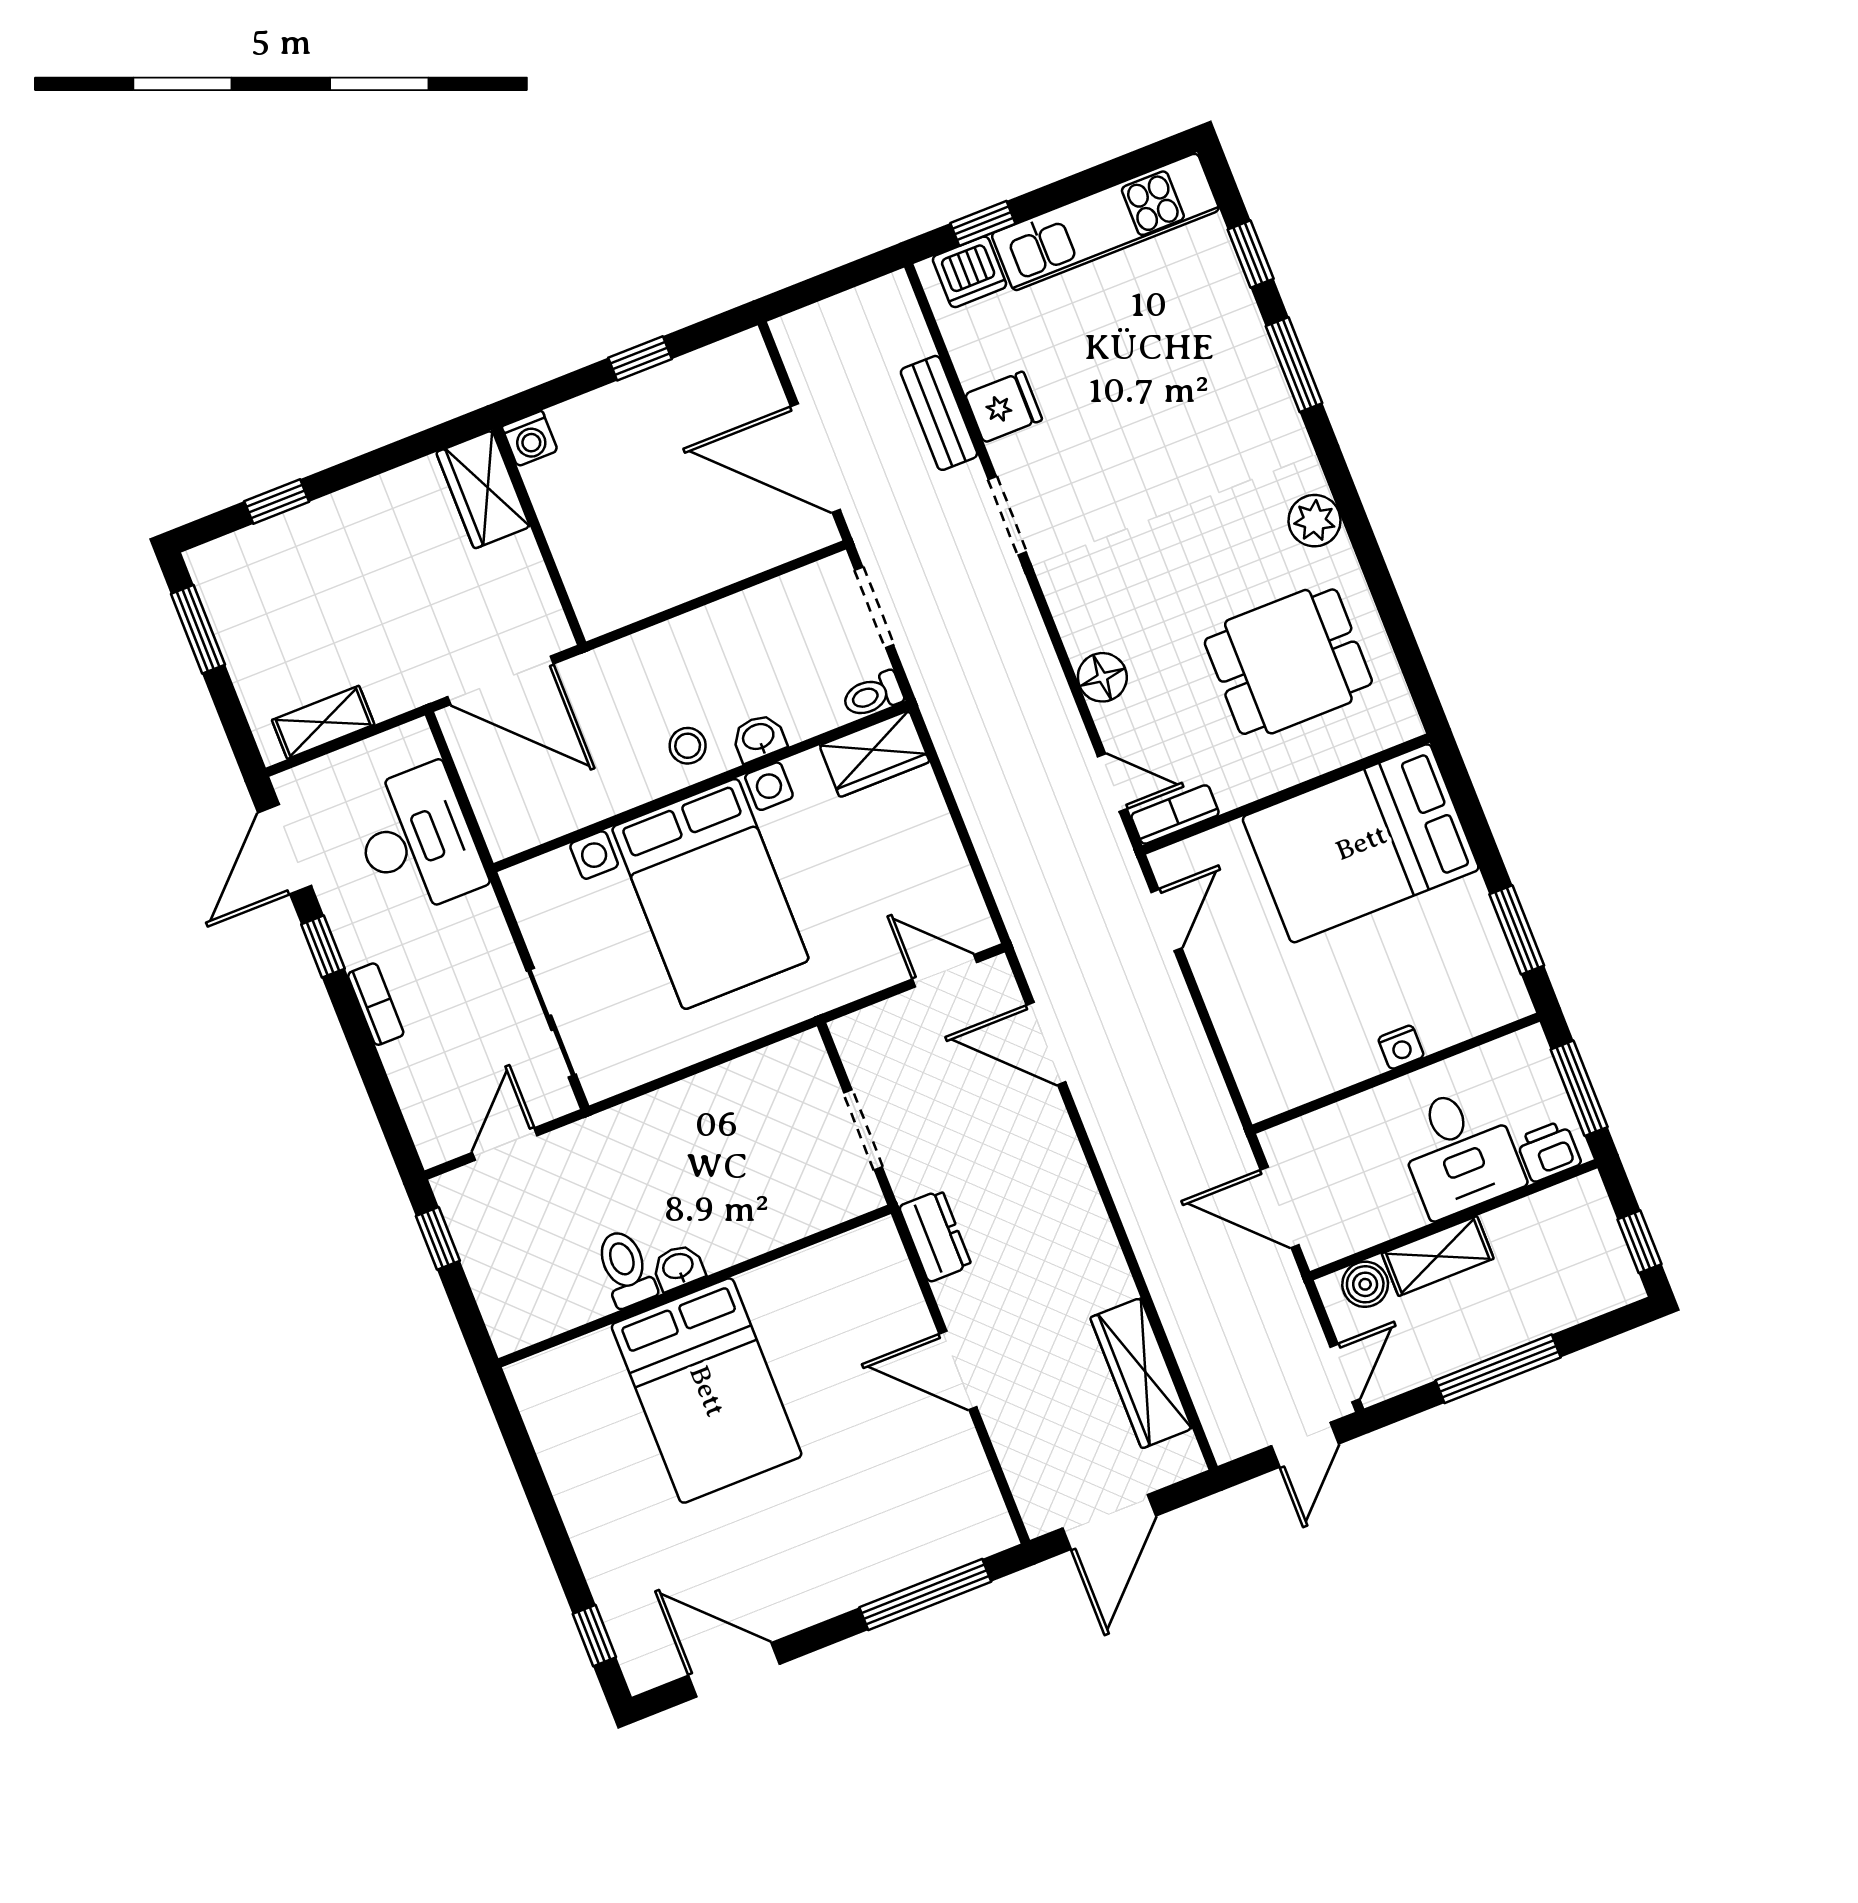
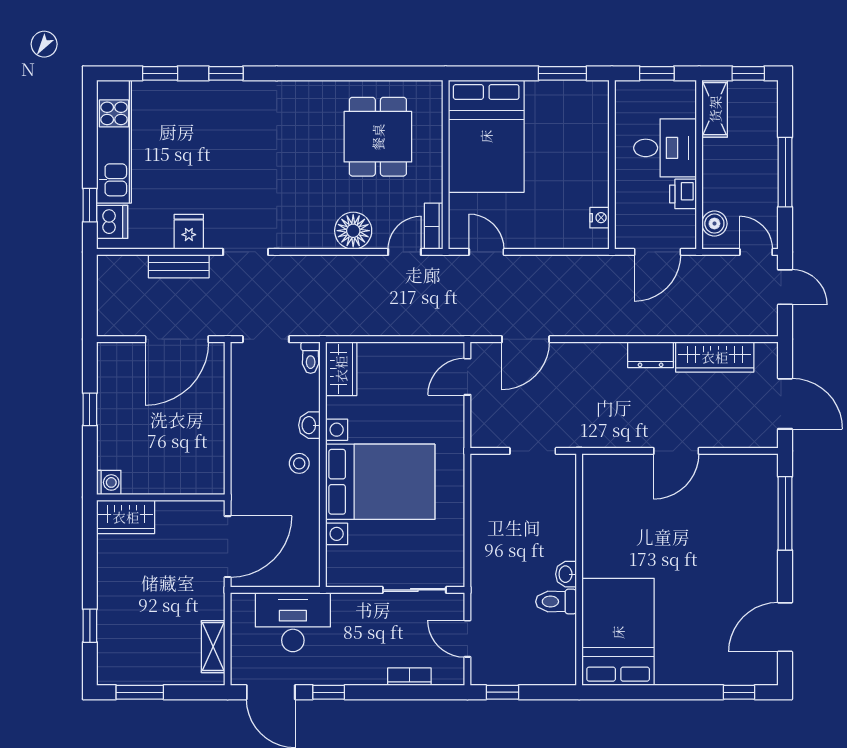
window: (1294, 365) -> (226, 73), width x0.67
plant: (1314, 521) -> (310, 95), removed
floor lamp: (1102, 677) -> (353, 231), width x1.38, depth x1.38
bookcase: (376, 1004) -> (409, 677), moved
nightstand: (1401, 1047) -> (599, 218), moved
window: (1579, 1088) -> (657, 73), width x0.67
printer: (1549, 1151) -> (683, 194), moved
dresser: (935, 1236) -> (651, 355), moved, turned 180
shelving: (1438, 1256) -> (715, 109), moved
bed: (707, 1391) -> (618, 632), moved, turned -90

